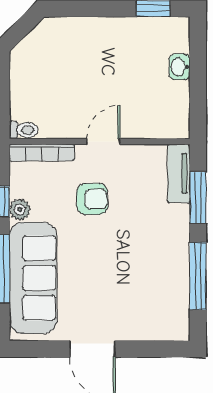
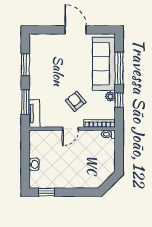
armchair: (92, 199) -> (76, 101), turned 51
window: (198, 276) -> (25, 65), width x0.69

